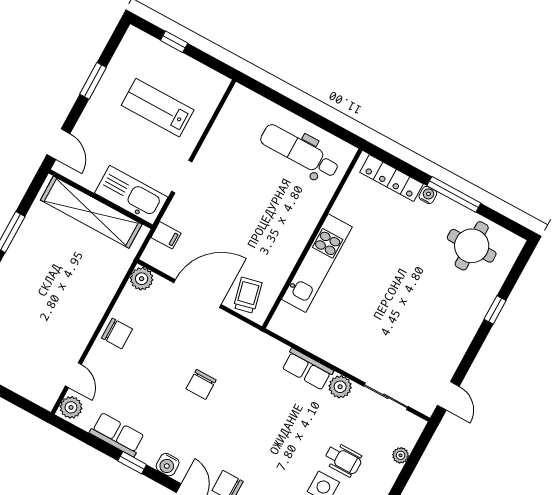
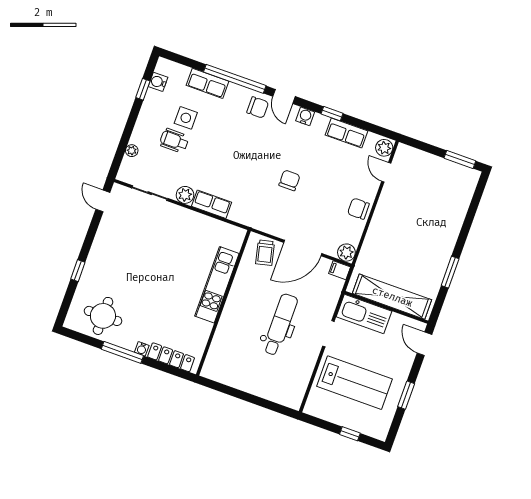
lab bench: (158, 108) -> (355, 383), width x1.36, depth x1.39
dental chair: (300, 151) -> (280, 325), moved, turned -90
filing cabinet: (166, 235) -> (340, 270), moved

